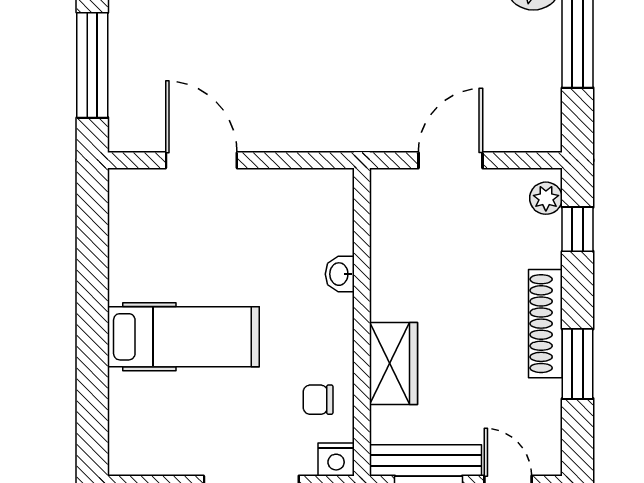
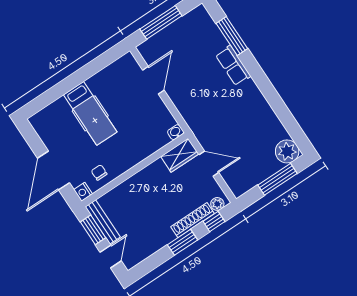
washbasin: (340, 274) -> (176, 132), moved
shoe rack: (545, 324) -> (193, 220), moved
wardrobe: (393, 364) -> (180, 155), moved
window: (578, 364) -> (182, 242), moved

